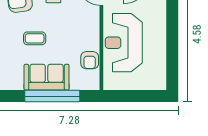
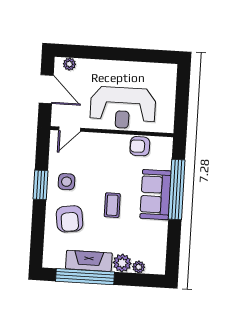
armchair: (90, 60) -> (140, 146), turned 180

